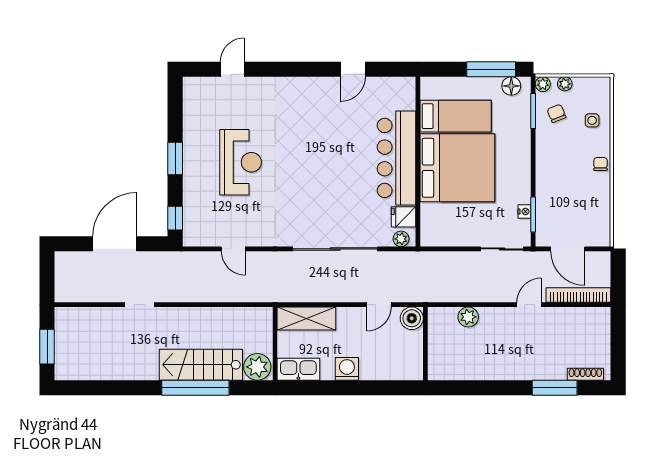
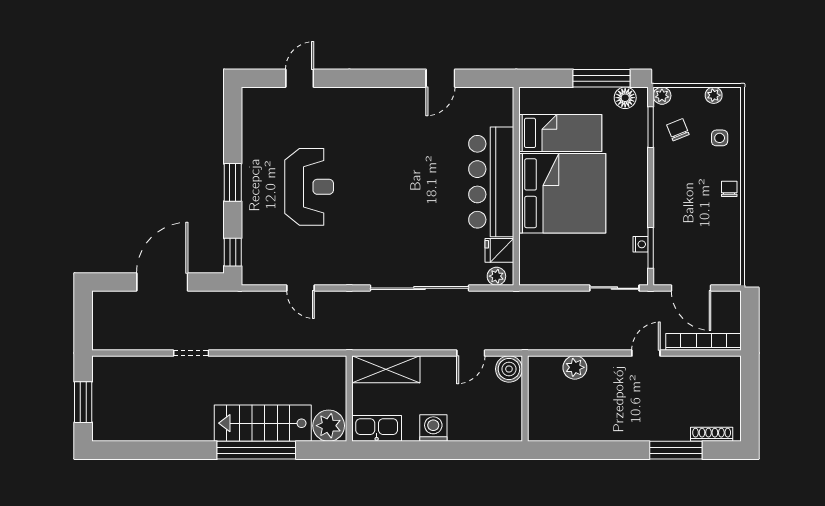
plant: (565, 84) -> (714, 95), moved

